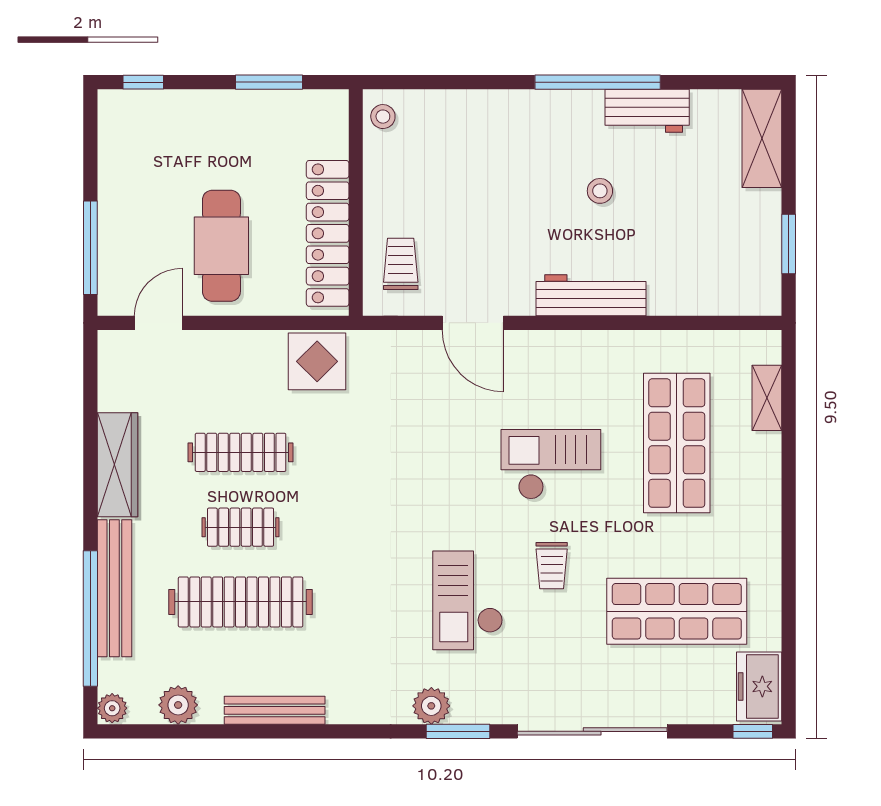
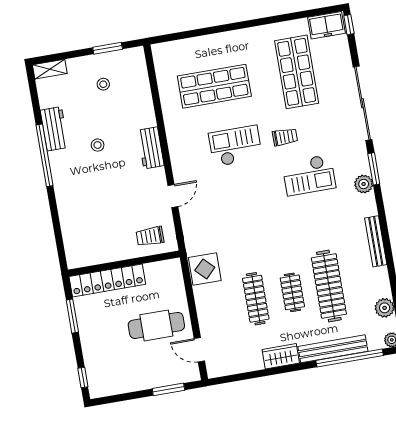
stool: (383, 117) -> (103, 84), moved
shelving: (762, 138) -> (50, 69), width x0.67, depth x0.75
locker: (328, 233) -> (107, 280), moved
window: (90, 248) -> (168, 389), width x0.69
workbench: (591, 295) -> (151, 148), width x0.73
door: (473, 323) -> (173, 196), width x0.73
shelving: (767, 398) -> (185, 46), removed
checkout: (551, 464) -> (235, 146), turned 90
wardrobe: (118, 465) -> (281, 356), width x0.67
bench: (275, 710) -> (376, 241), moved

